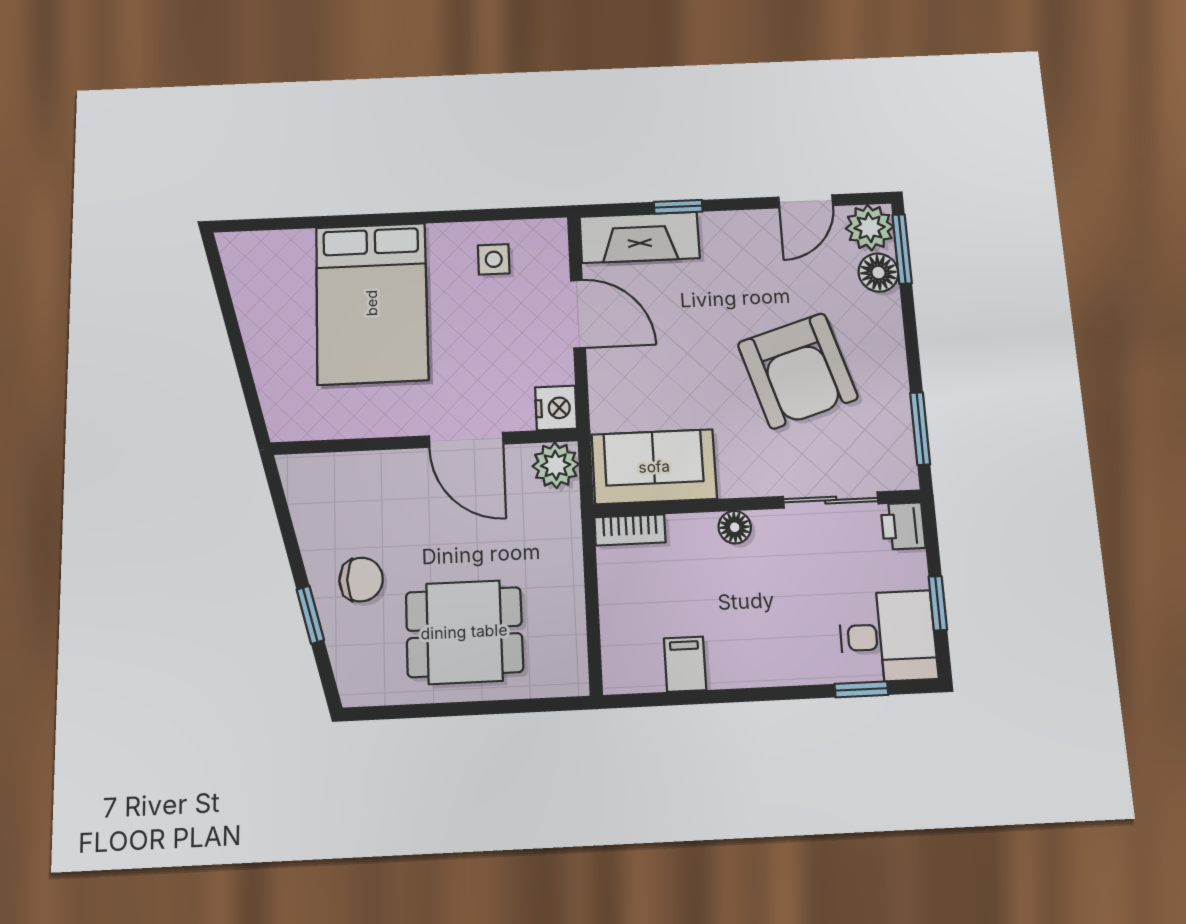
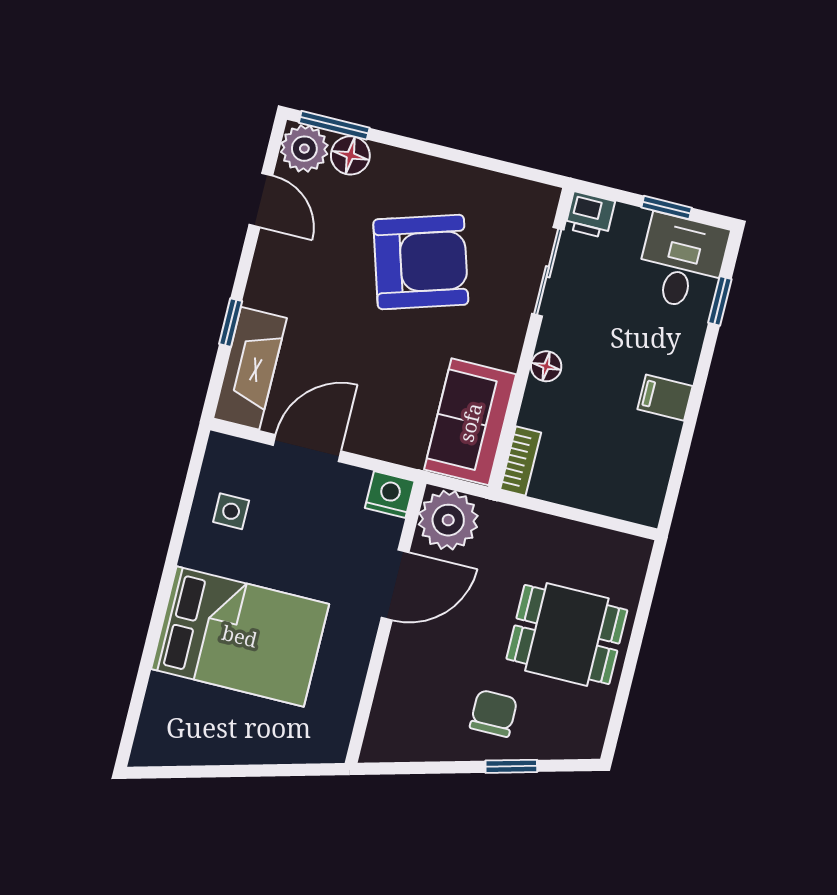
window: (920, 428) -> (507, 168), removed
plant: (556, 465) -> (448, 520), width x1.36, depth x1.36
dining table: (464, 632) -> (567, 634), turned 90
filing cabinet: (685, 664) -> (665, 398), moved

